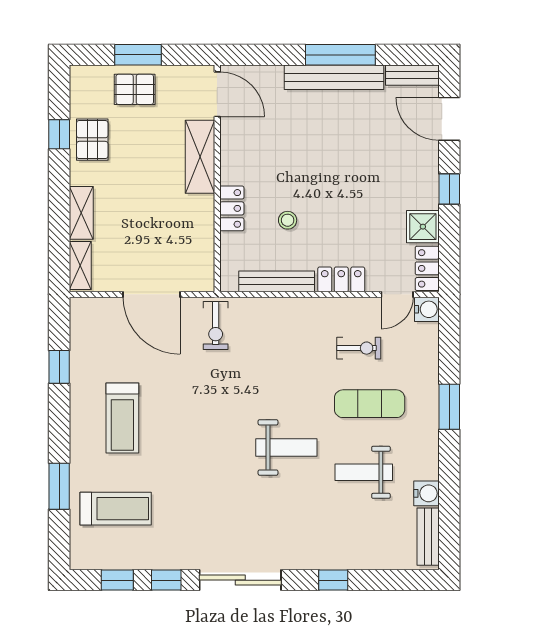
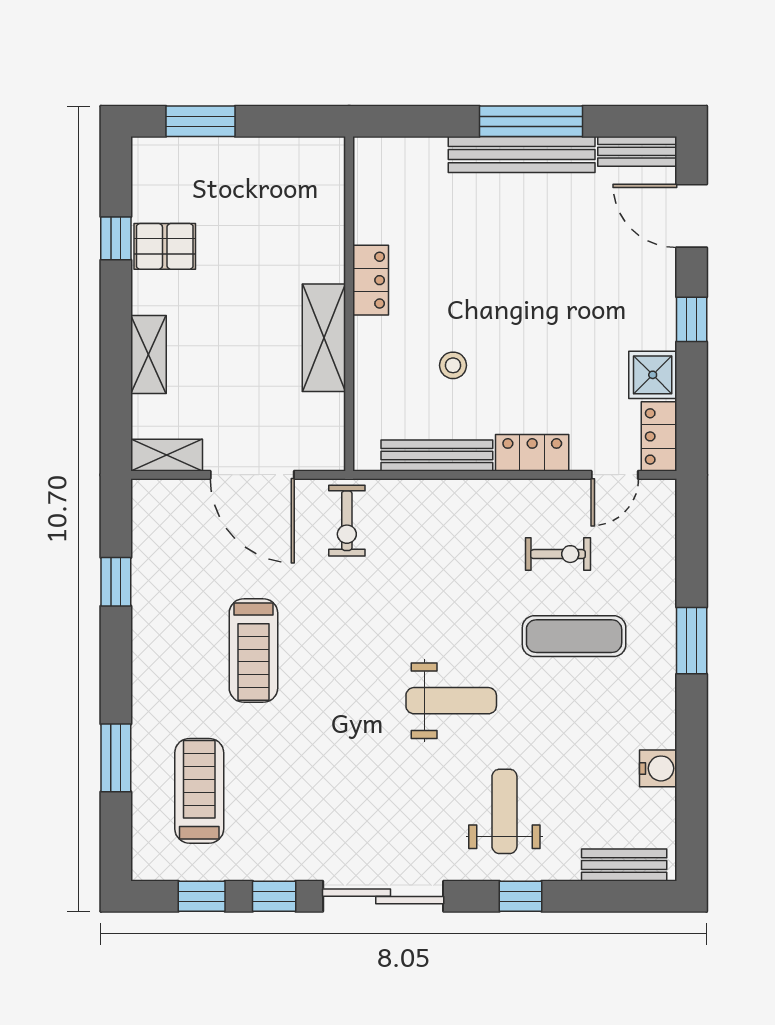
window: (138, 55) -> (201, 121), moved
pallet: (135, 89) -> (227, 172), removed
door: (217, 94) -> (349, 180), removed
pallet: (92, 140) -> (165, 246), turned 90
shelving: (200, 157) -> (324, 338), moved
locker: (232, 208) -> (371, 280), moved
shelving: (80, 265) -> (167, 455), moved, turned 90
water cooler: (427, 309) -> (658, 497), removed
treadmill: (122, 418) -> (253, 650), moved
weight bench: (364, 472) -> (504, 811), moved, turned 90
treadmill: (116, 509) -> (199, 791), turned -90
bench: (428, 537) -> (624, 865), moved, turned 90

